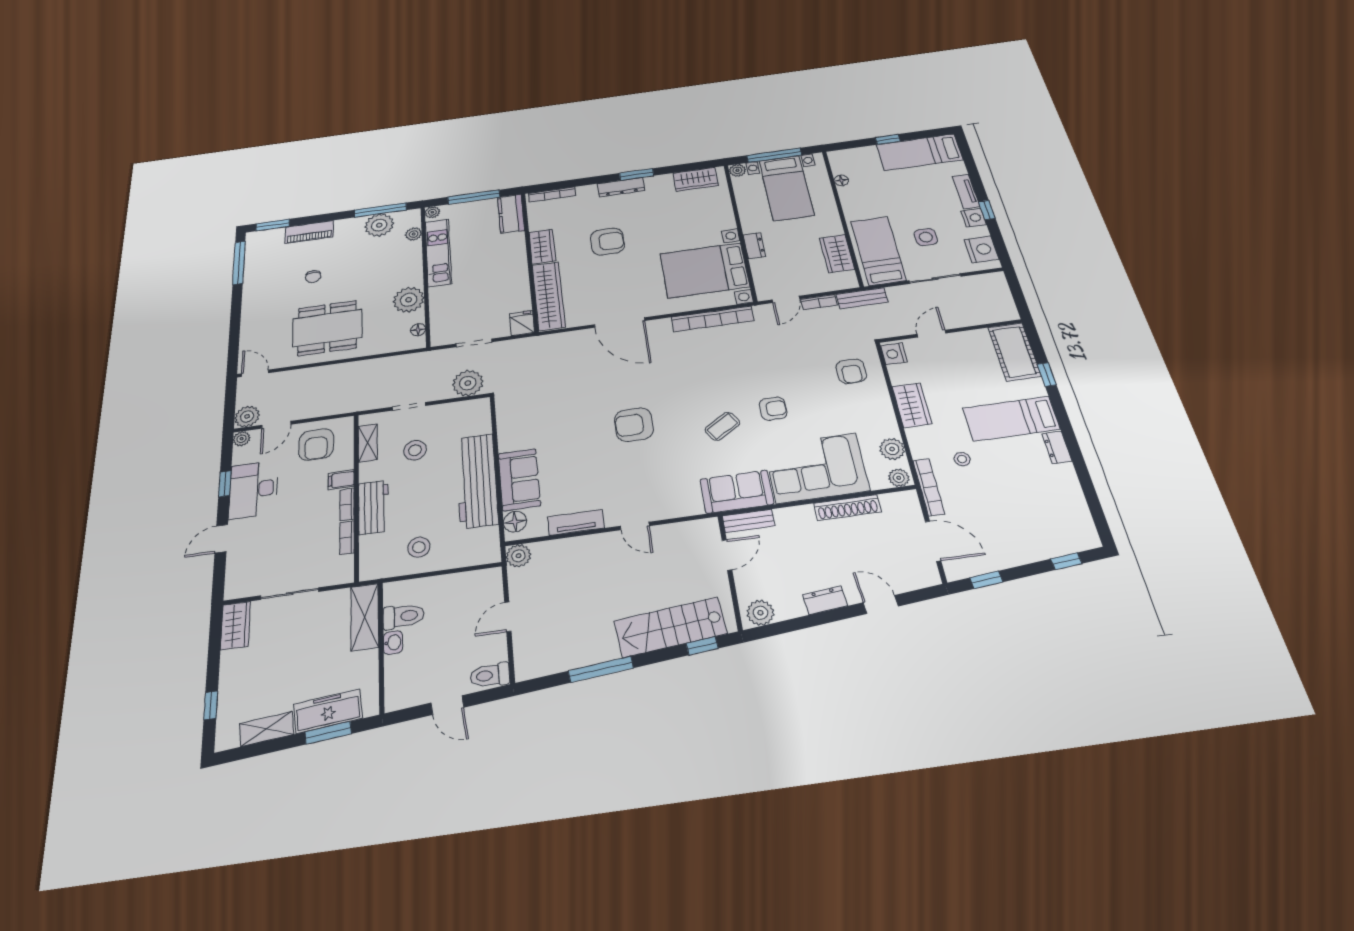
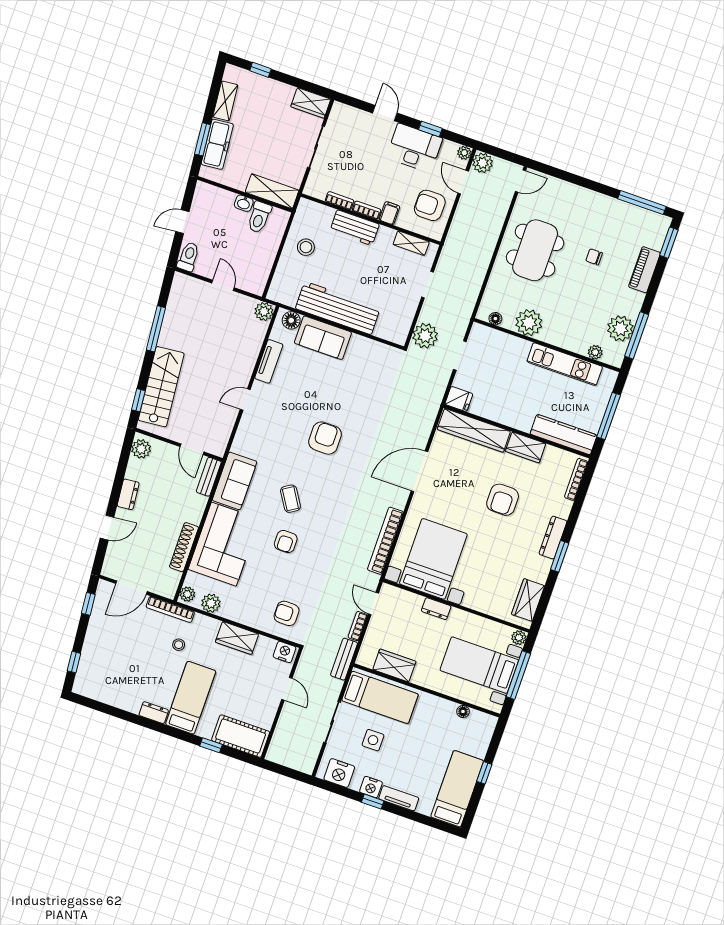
plant: (432, 212) -> (611, 376), removed
kitchen counter: (511, 214) -> (564, 434), width x1.50
stool: (415, 450) -> (387, 275), removed

